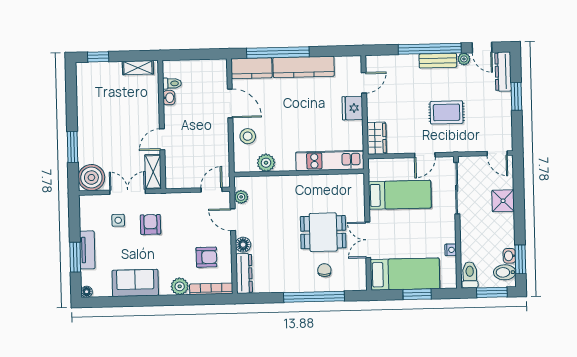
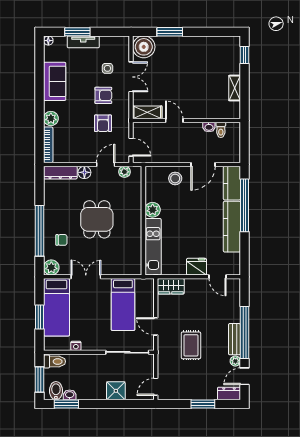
dresser: (503, 72) -> (229, 394), width x0.70
toilet: (172, 83) -> (221, 130), moved
washbasin: (169, 98) -> (209, 127), moved
wall: (162, 125) -> (187, 121), moved
door: (162, 139) -> (174, 121), moved
plant: (266, 163) -> (153, 210), moved
shelving: (153, 172) -> (147, 112), moved
dining table: (323, 232) -> (97, 219), moved
armchair: (206, 257) -> (103, 123), moved
plant: (358, 282) -> (51, 268), added

